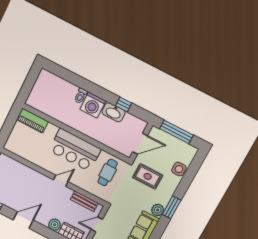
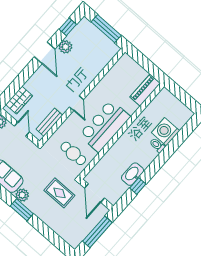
washing machine: (93, 105) -> (166, 132), moved
side table: (179, 169) -> (59, 226), removed
rug: (148, 176) -> (59, 193), turned 90
plant: (55, 225) -> (65, 47), moved

